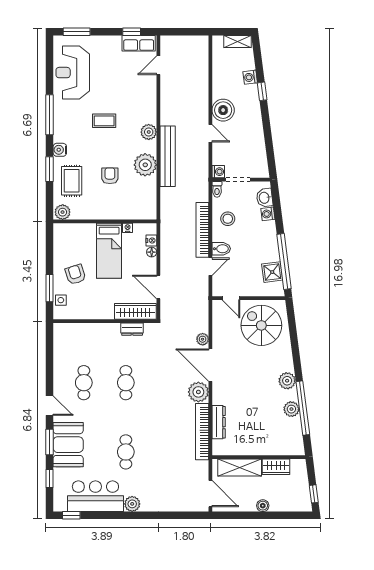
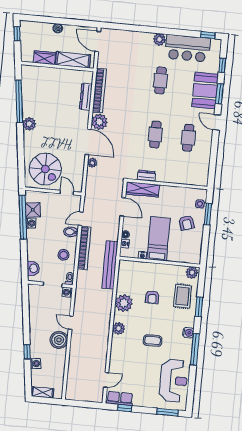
water cooler: (60, 150) -> (188, 333), moved
bench: (168, 156) -> (110, 265), moved
washing machine: (268, 214) -> (31, 223), moved
plant: (291, 409) -> (28, 101), removed

